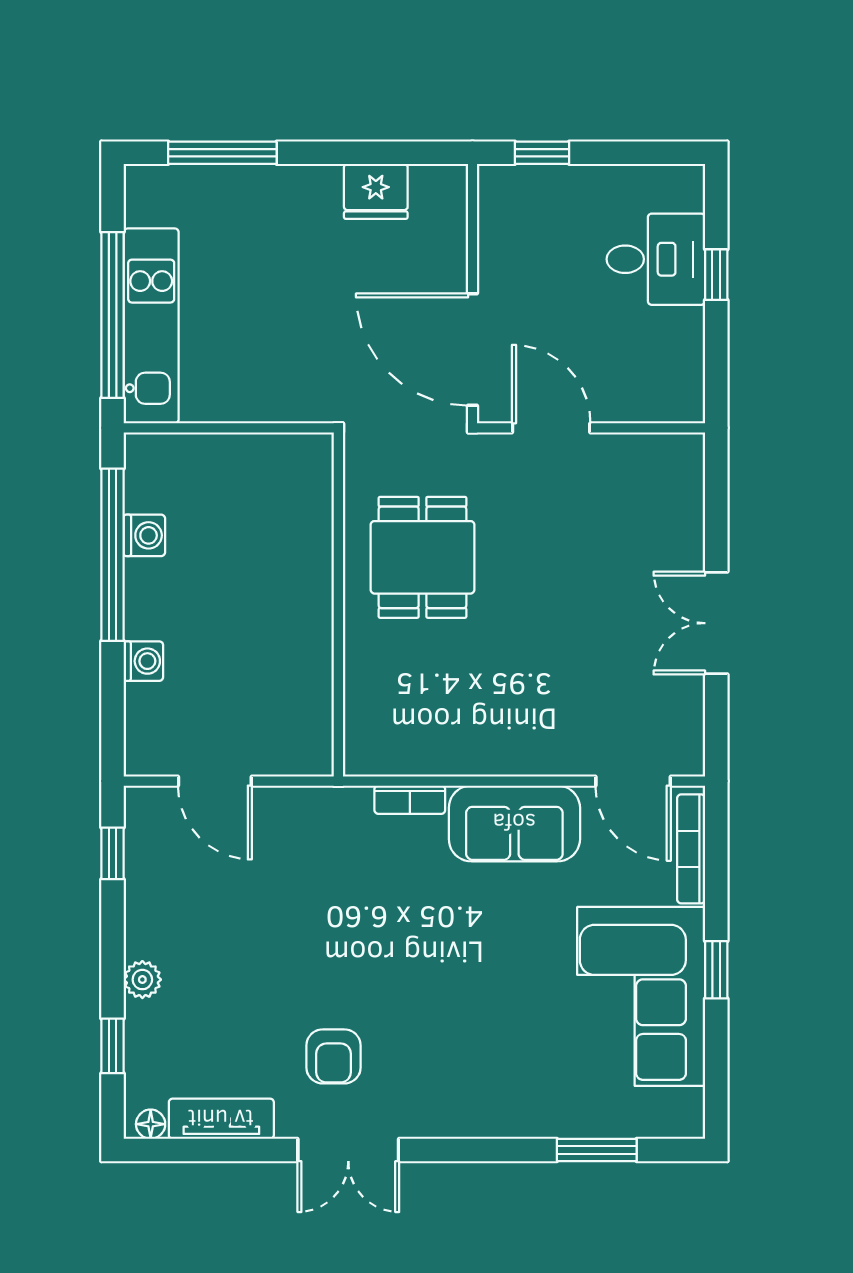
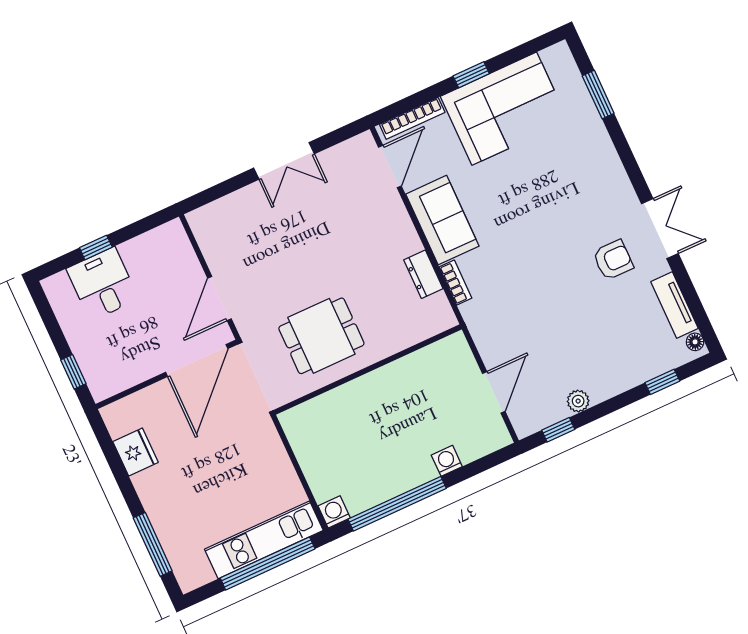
washing machine: (144, 535) -> (334, 512), moved
dresser: (445, 756) -> (423, 274), added
plant: (142, 980) -> (578, 401), moved

